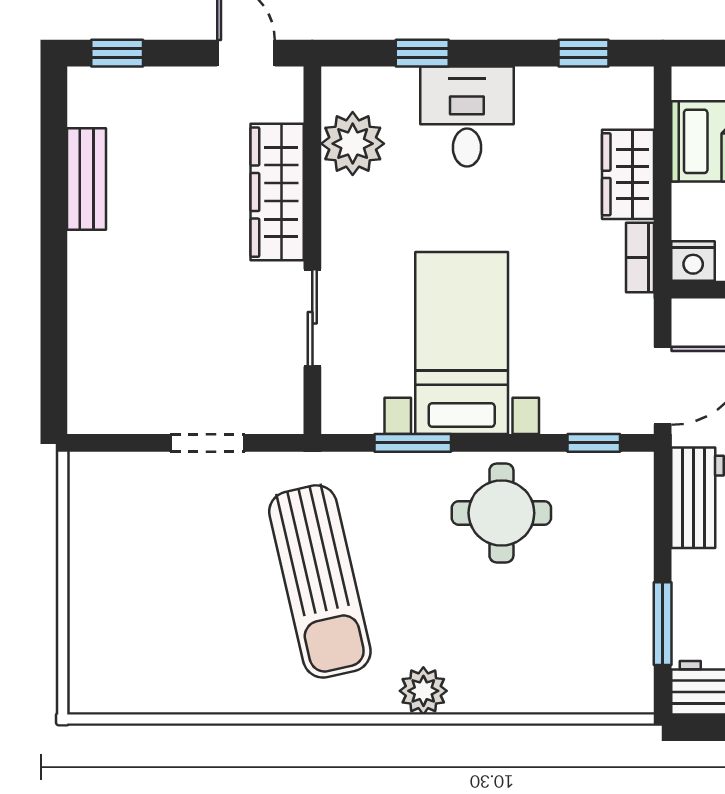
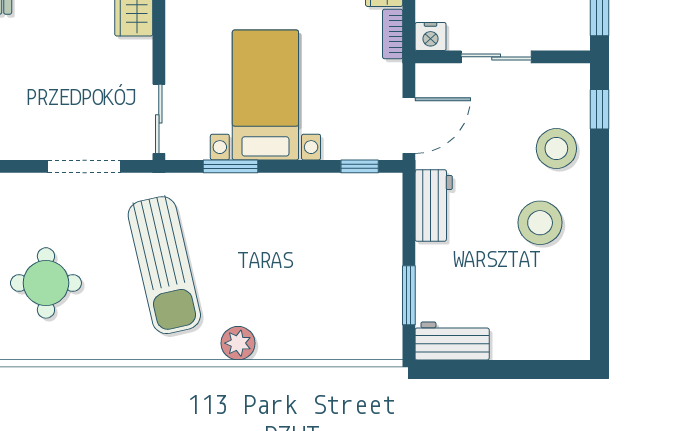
sliding door: (312, 318) -> (159, 119), moved
doorway: (207, 443) -> (84, 166), width x1.38
round table: (501, 513) -> (46, 283), moved

